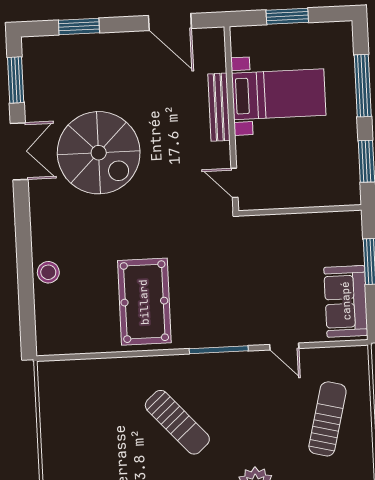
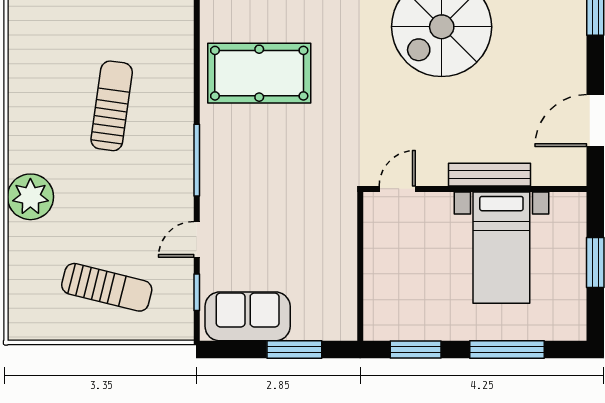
window: (328, 344) -> (197, 292), added
sun lounger: (177, 422) -> (112, 106), turned 140

